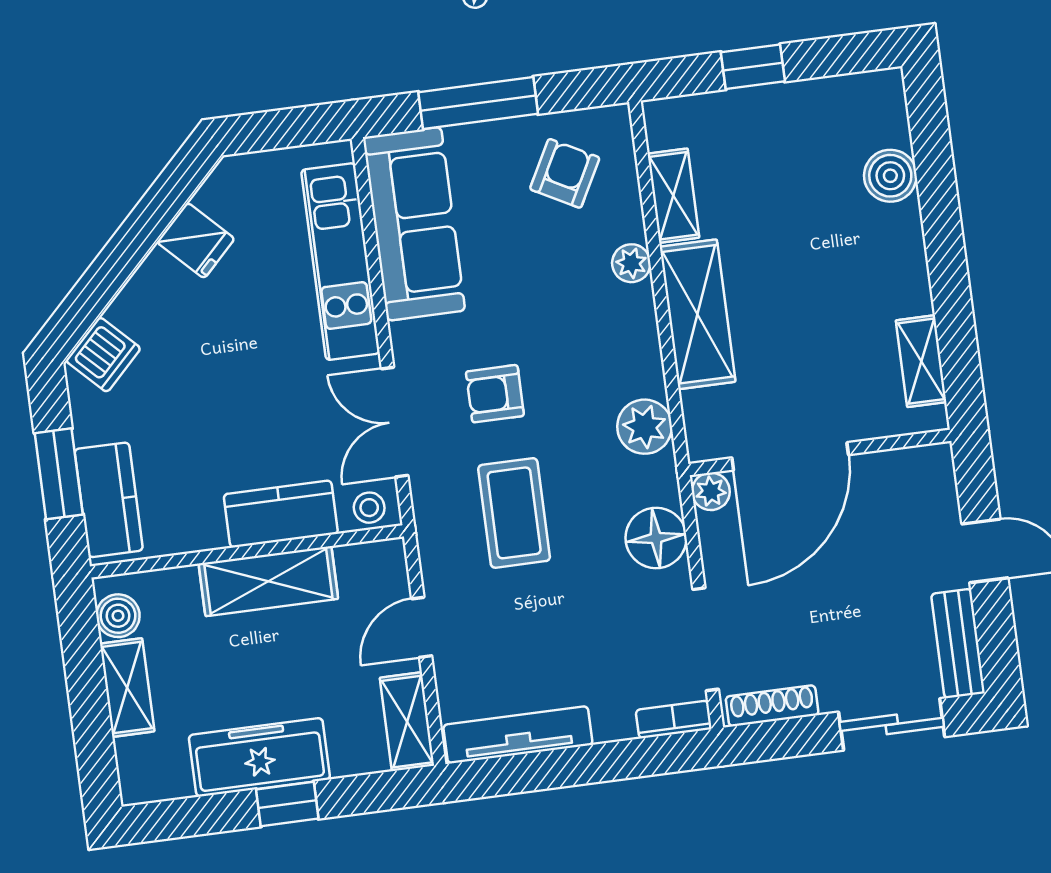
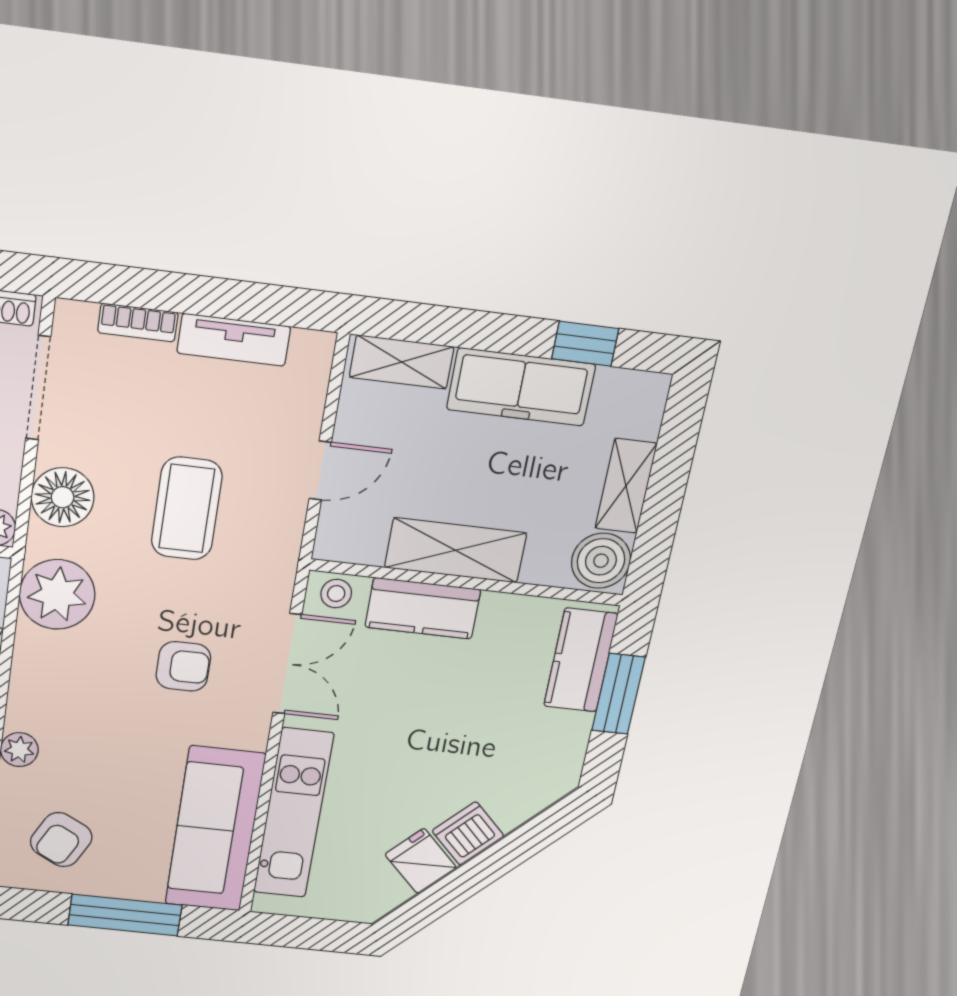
dishwasher: (103, 355) -> (468, 833), moved
plant: (645, 427) -> (57, 594), width x1.36, depth x1.36
coffee table: (514, 513) -> (187, 509), moved
boiler: (118, 616) -> (601, 561), width x1.36, depth x1.36
bookcase: (674, 720) -> (138, 323), moved
shelving: (407, 722) -> (402, 362), moved, turned 90
tv unit: (518, 735) -> (234, 340), width x0.71
window: (287, 804) -> (585, 344), moved

